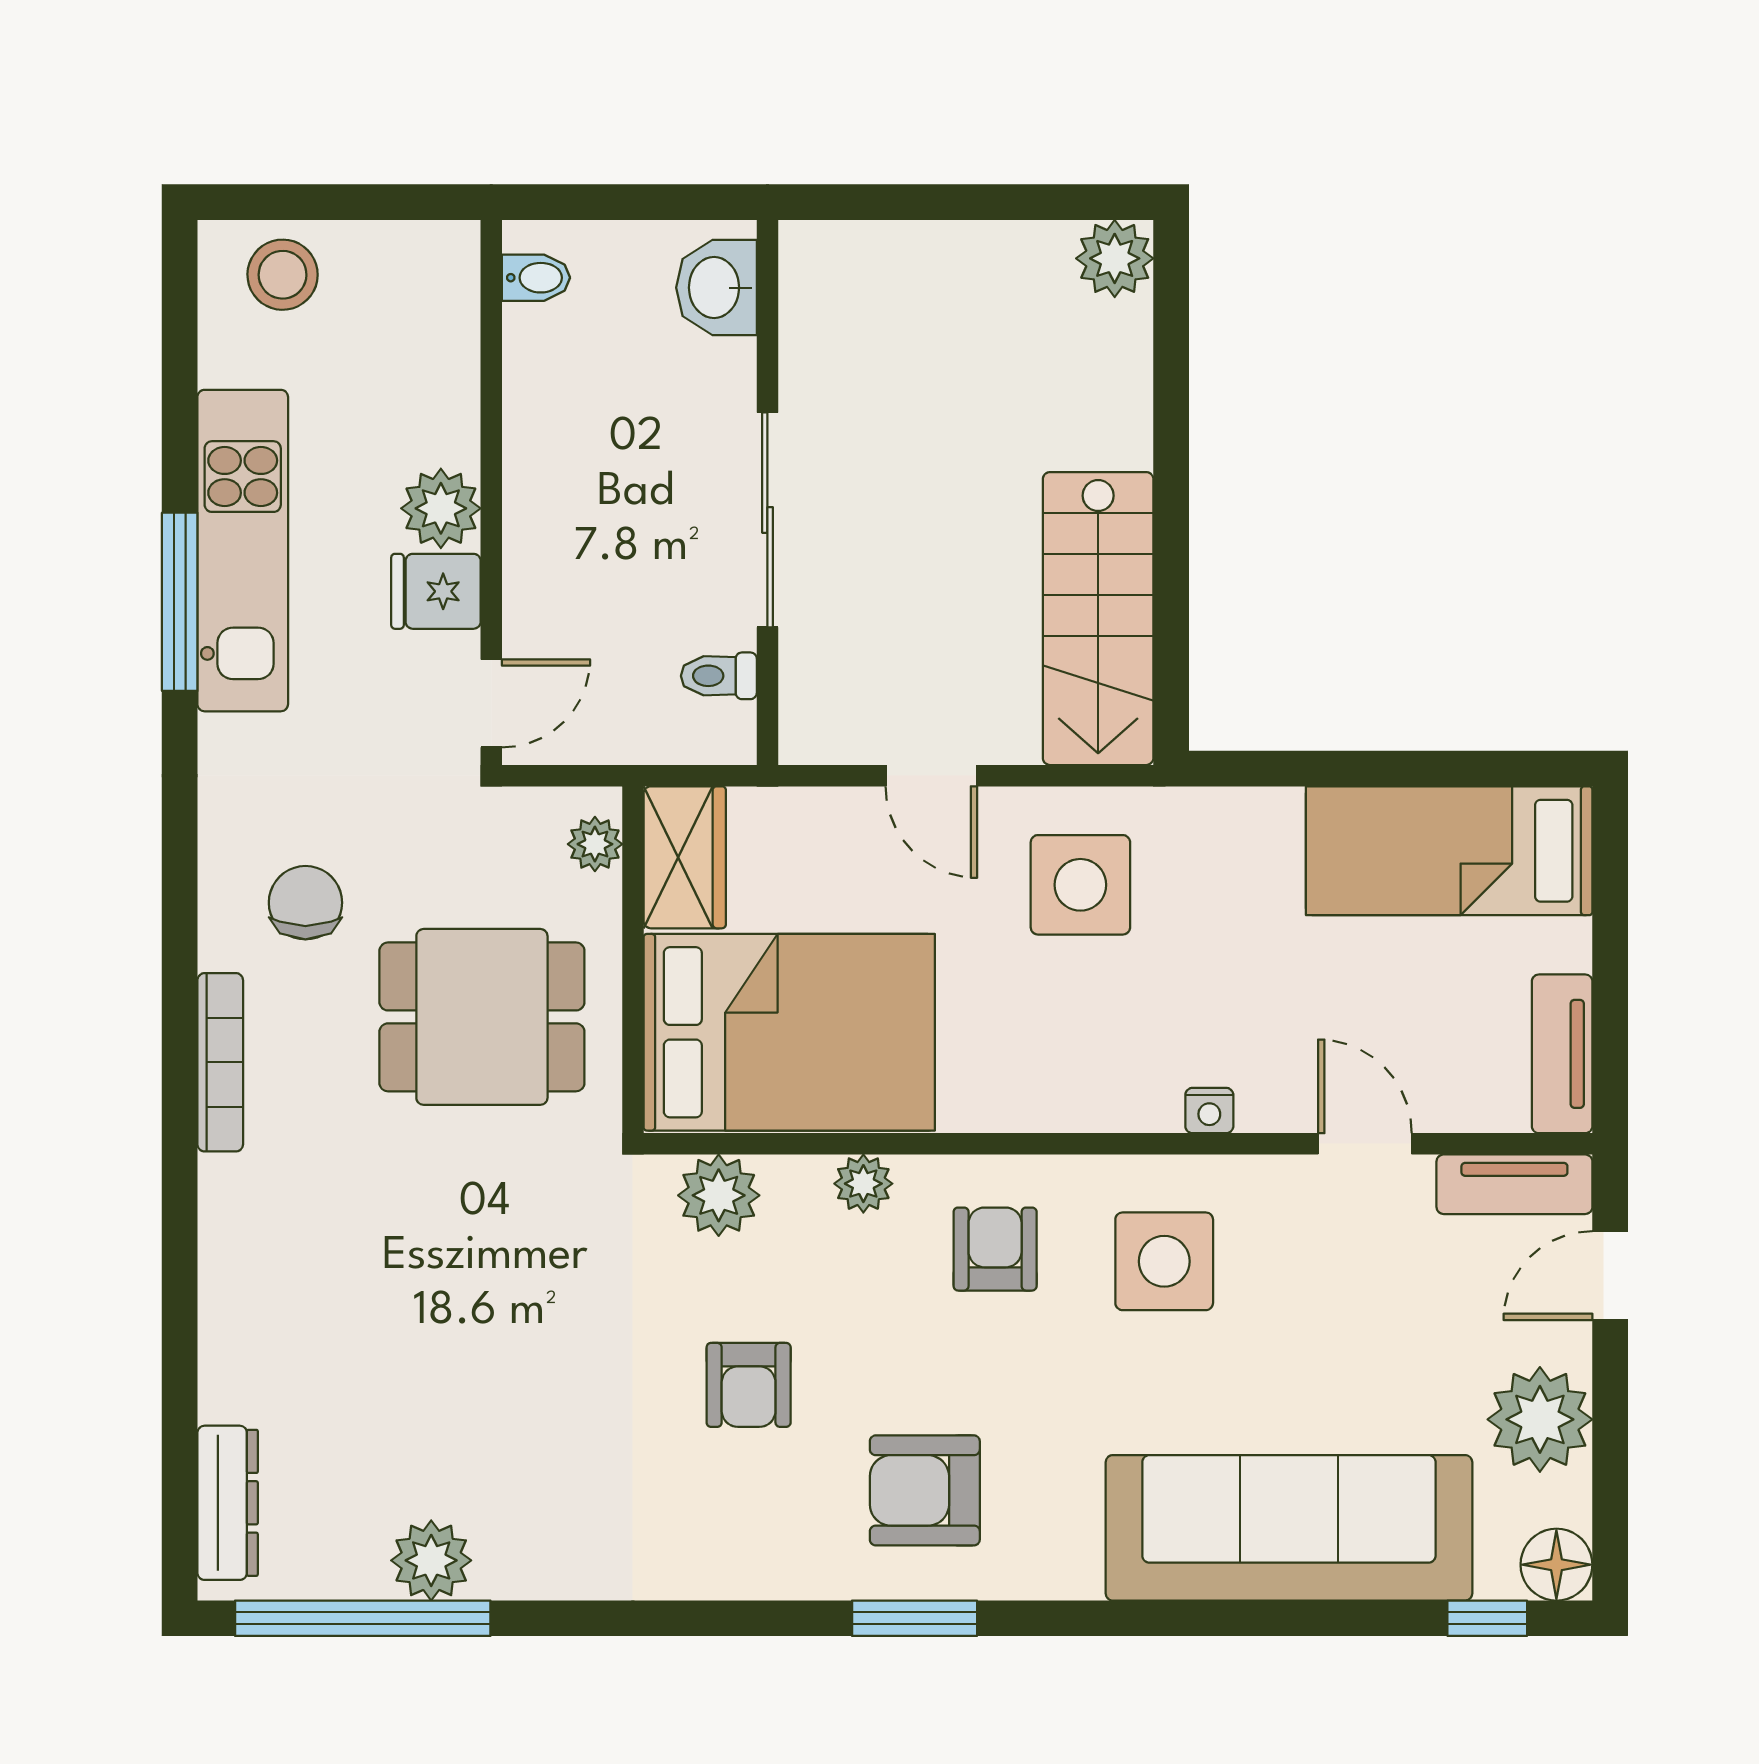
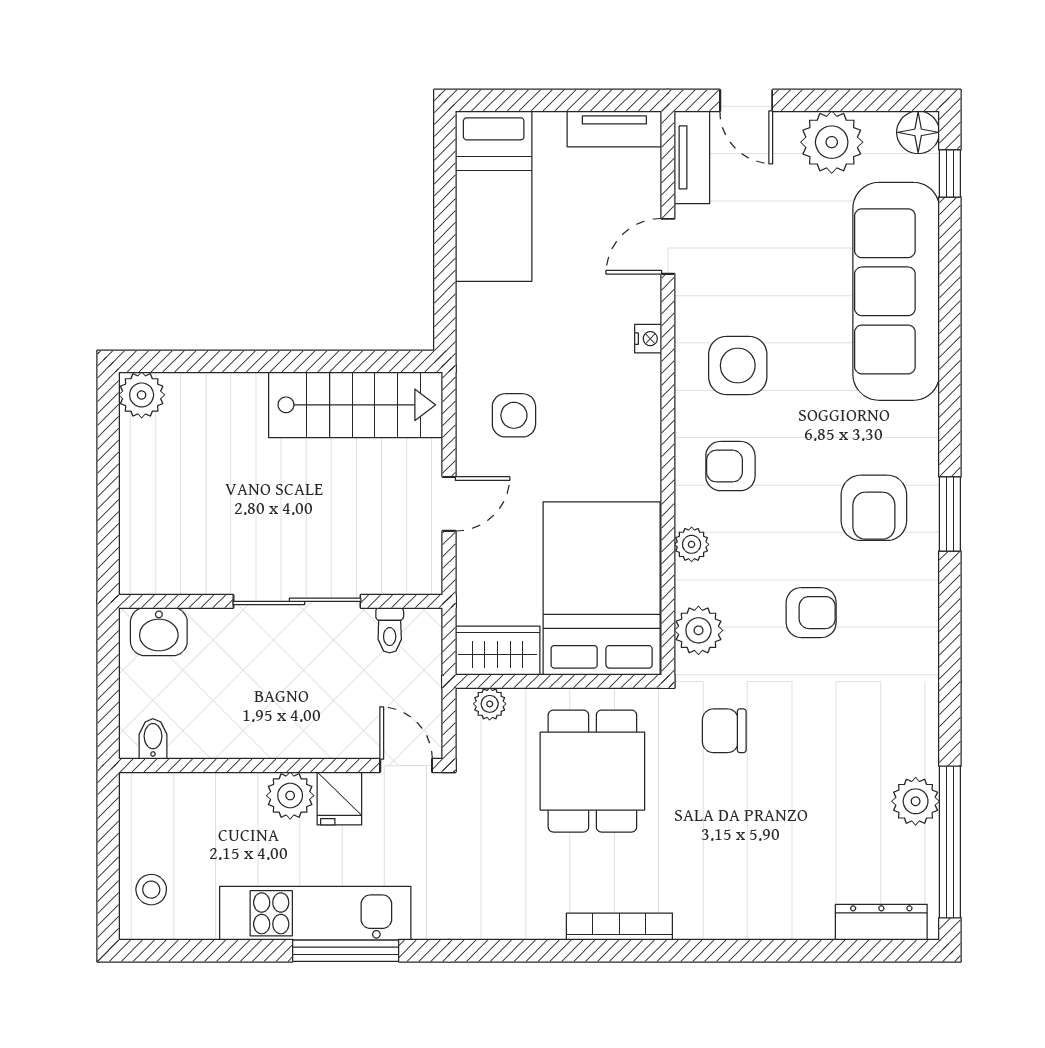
stool: (283, 275) -> (151, 890), width x0.73, depth x0.73
side table: (1080, 885) -> (514, 415), width x0.73, depth x0.73
chair: (305, 903) -> (724, 731), moved

